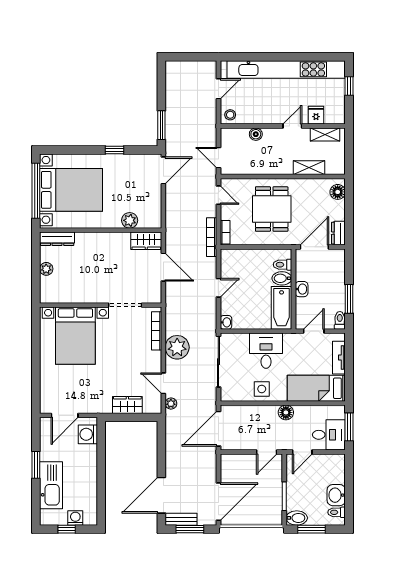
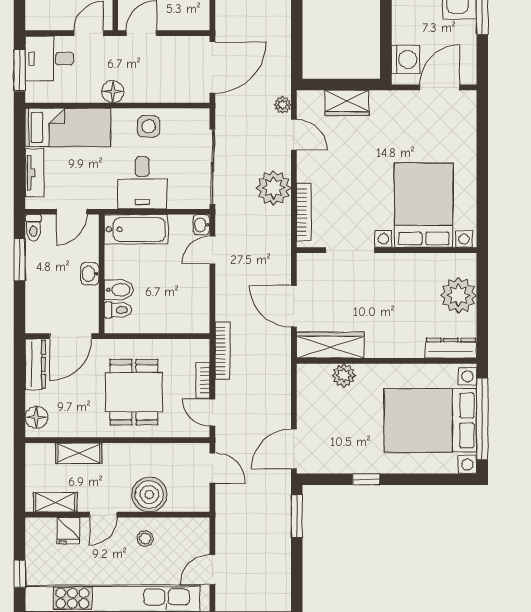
stool: (230, 115) -> (145, 539), moved
boiler: (256, 134) -> (149, 495), width x1.86, depth x1.86
bookcase: (225, 232) -> (203, 380), moved
dresser: (338, 233) -> (35, 364), width x1.44
wardrobe: (146, 241) -> (330, 345), width x1.50
plant: (46, 269) -> (458, 295), width x1.88, depth x1.88
door: (218, 288) -> (212, 250), moved
bathtub: (282, 308) -> (136, 229), moved, turned 90

